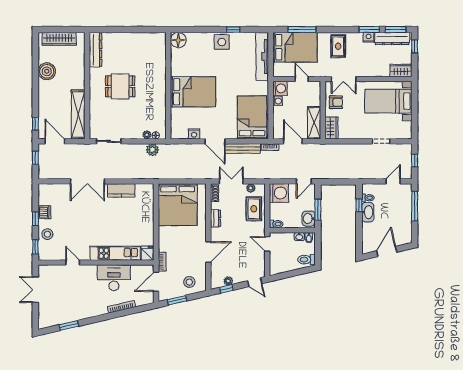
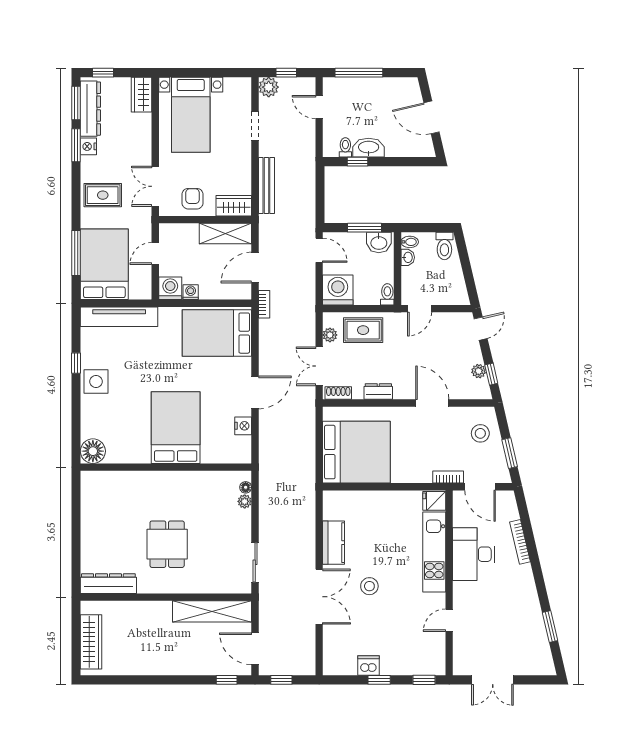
boiler: (47, 71) -> (143, 662), removed
double door: (344, 79) -> (155, 186), swing flipped
door: (55, 141) -> (255, 649), hinge flipped
bench: (243, 148) -> (266, 186), moved
plant: (152, 150) -> (269, 87), moved
stool: (47, 234) -> (369, 586), moved

